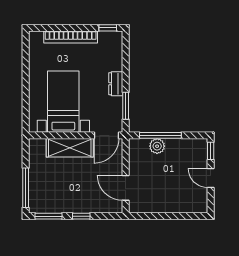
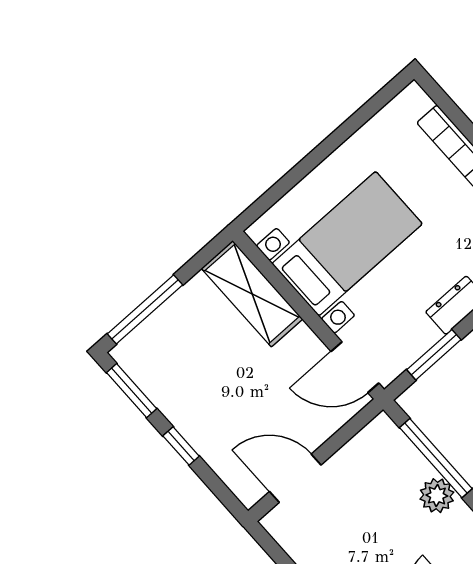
plant: (157, 146) -> (437, 496), moved
shelving: (70, 148) -> (252, 294), moved
door: (126, 188) -> (295, 478), hinge flipped

